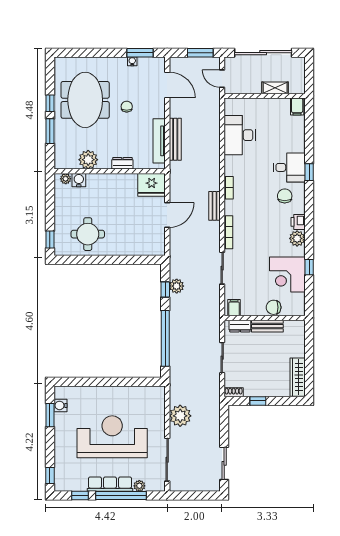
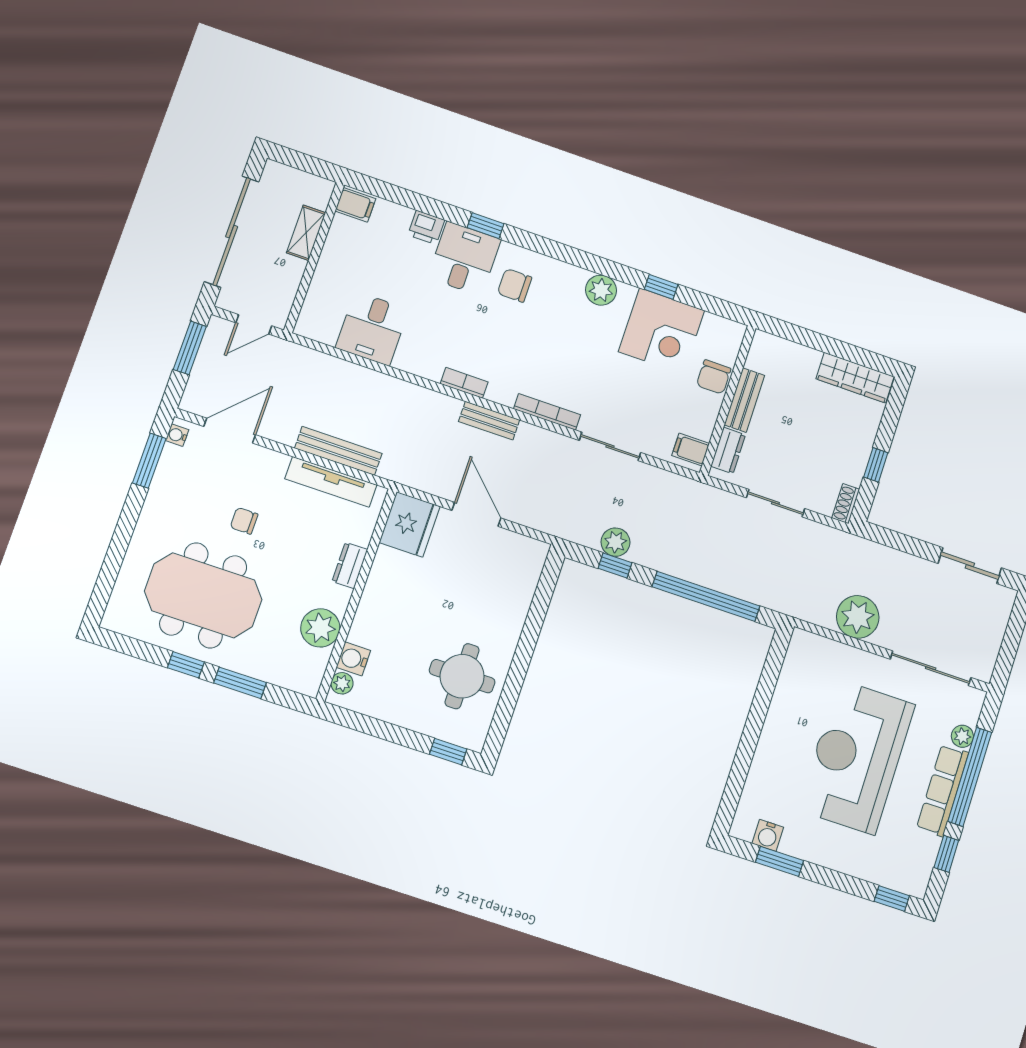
water cooler: (132, 61) -> (177, 435), moved
desk: (240, 135) -> (372, 329), width x0.73
printer: (298, 222) -> (426, 227), moved

